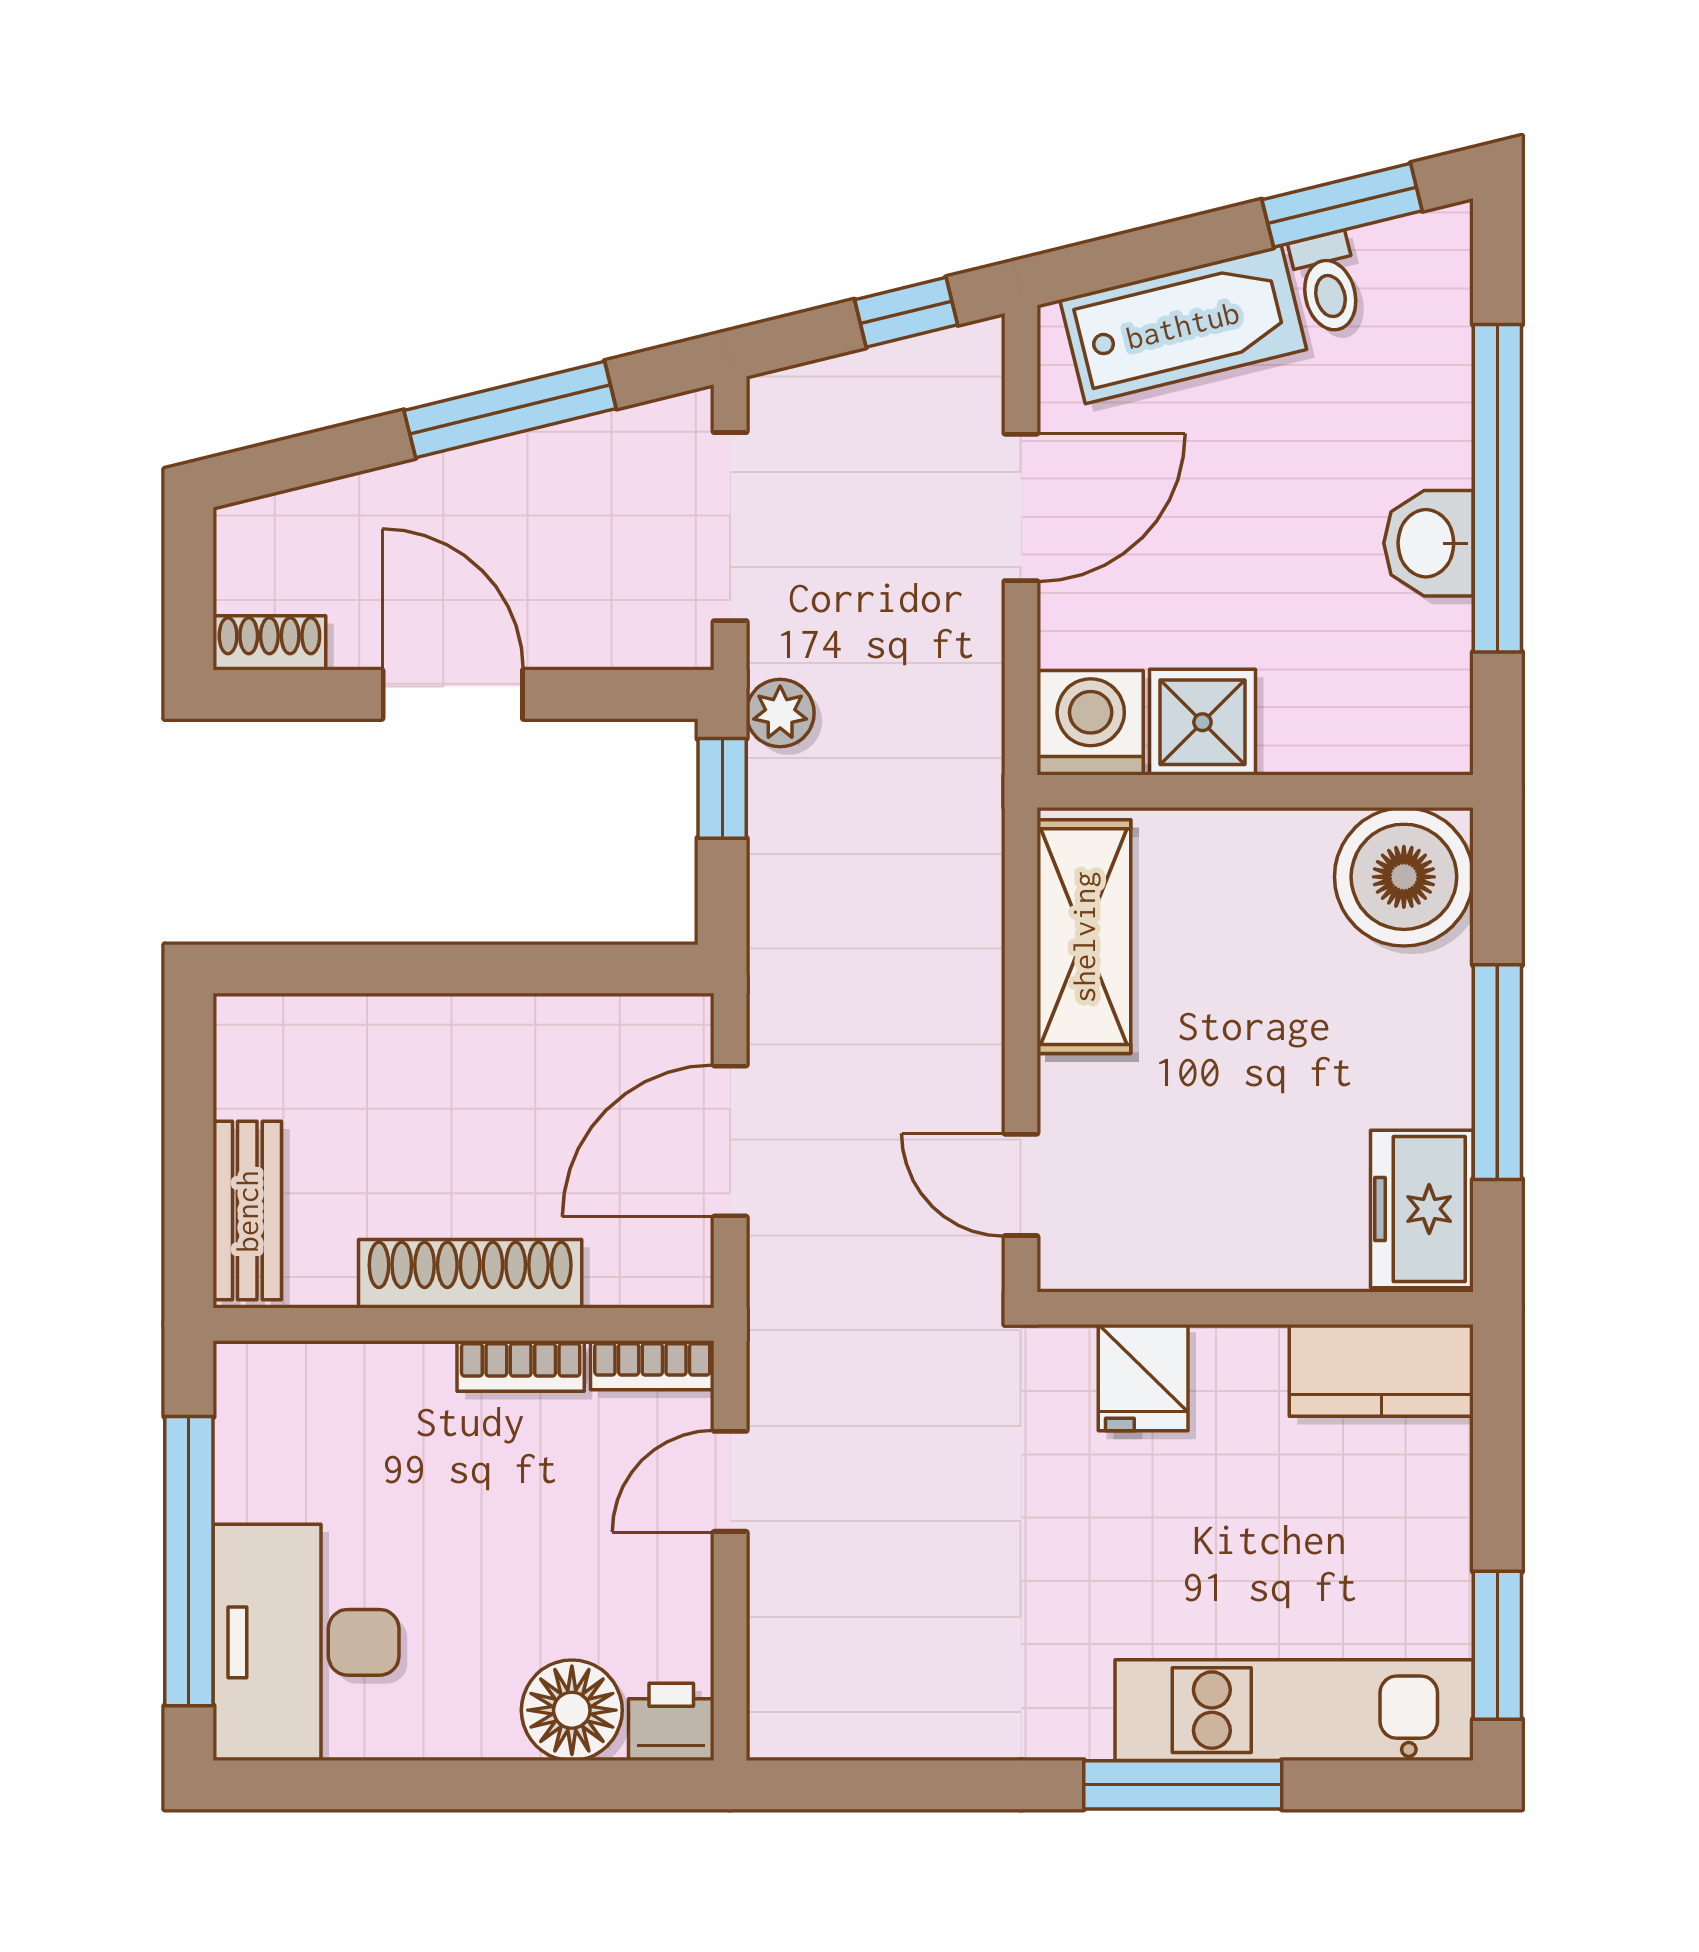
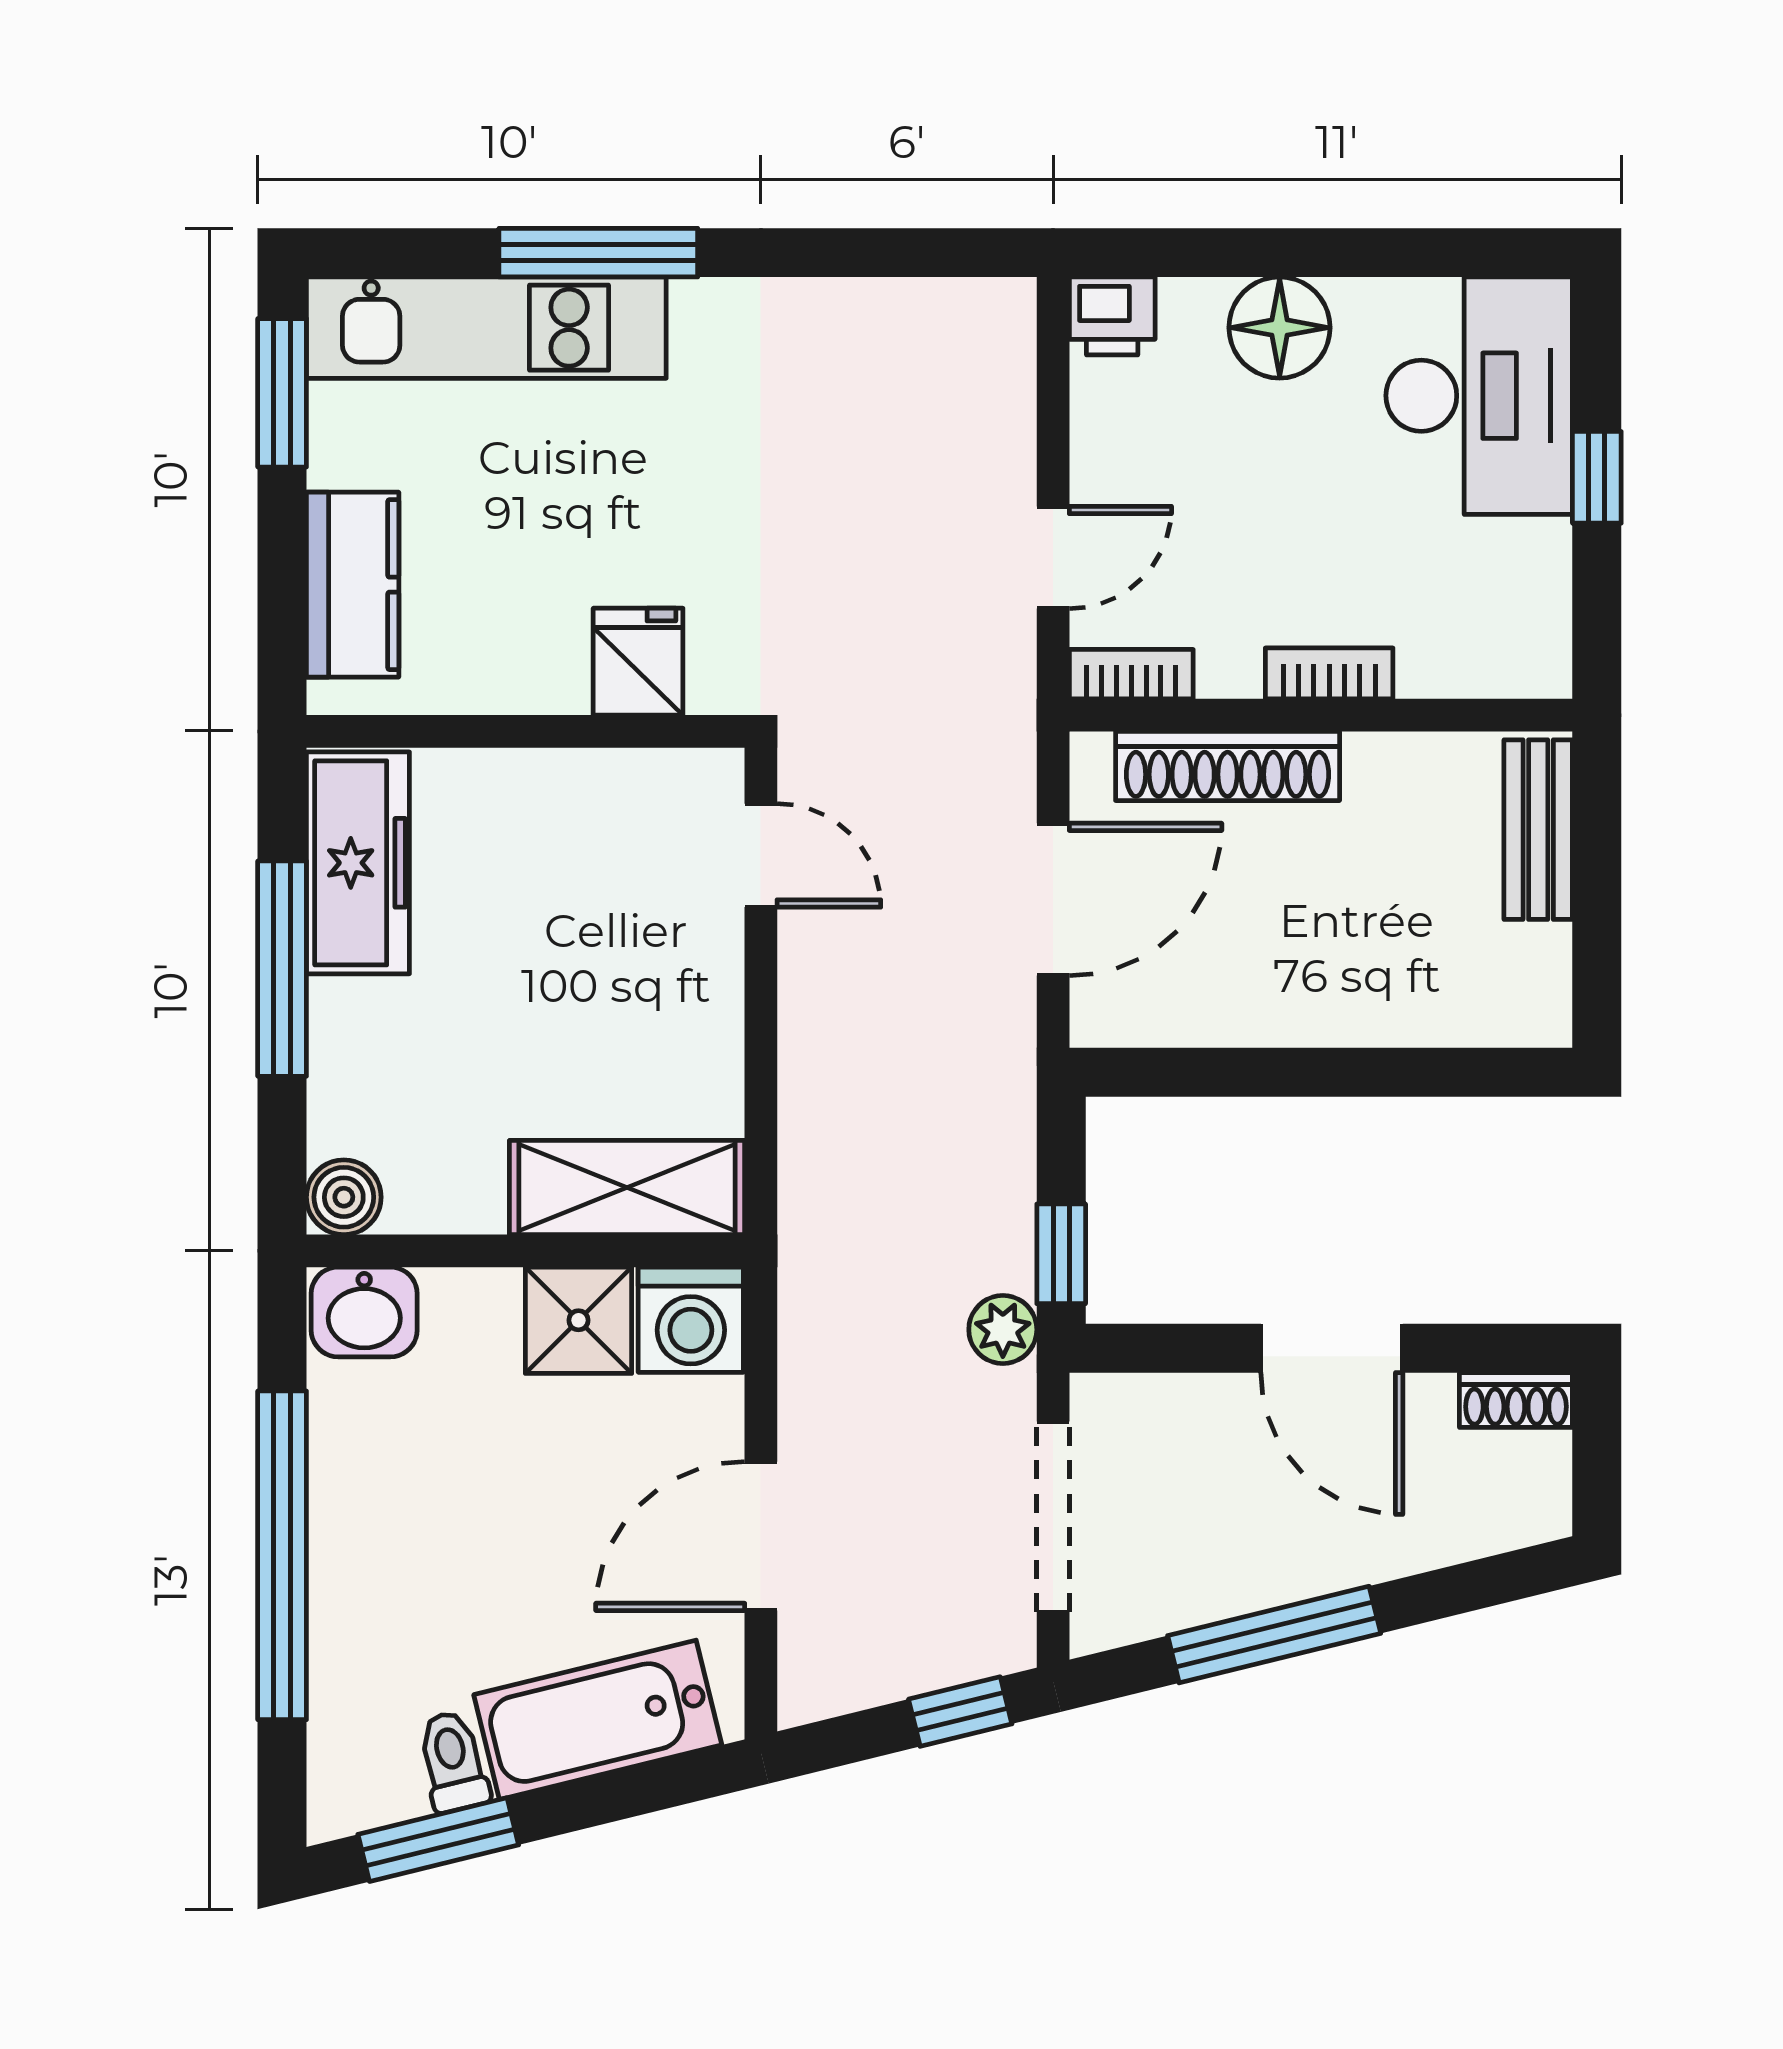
window: (906, 312) -> (960, 1712), moved
washbasin: (1429, 543) -> (364, 1312), moved, turned 90
boiler: (1404, 877) -> (344, 1197), width x0.54, depth x0.54
shelving: (1084, 937) -> (627, 1188), moved, turned 90
freezer: (1422, 1209) -> (358, 863), width x1.40
shoe rack: (470, 1274) -> (1228, 766), moved
bookcase: (521, 1366) -> (1329, 673), moved
kitchen counter: (1381, 1370) -> (353, 585), moved, turned 90
window: (189, 1561) -> (1597, 477), width x0.32
floor lamp: (572, 1710) -> (1280, 328), moved

